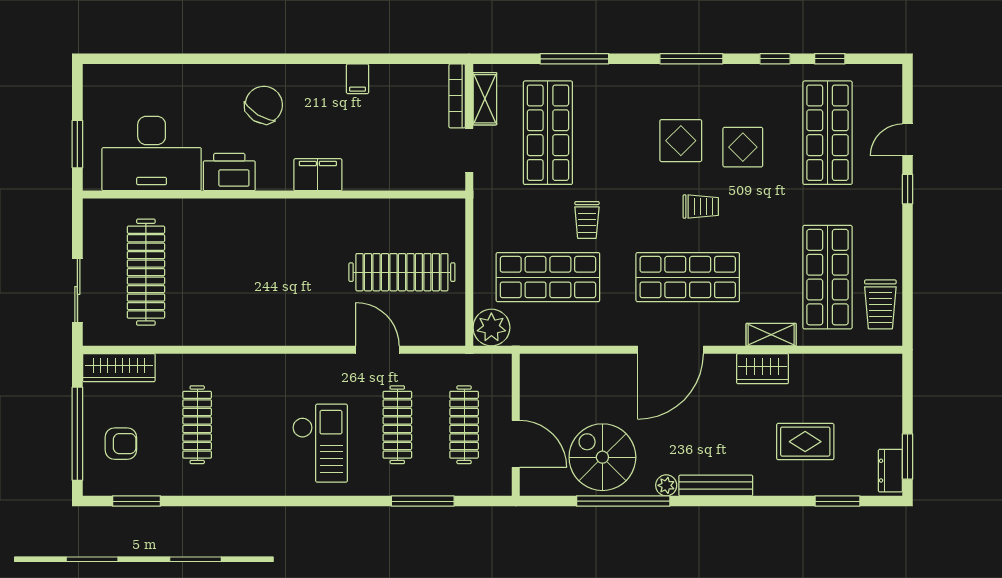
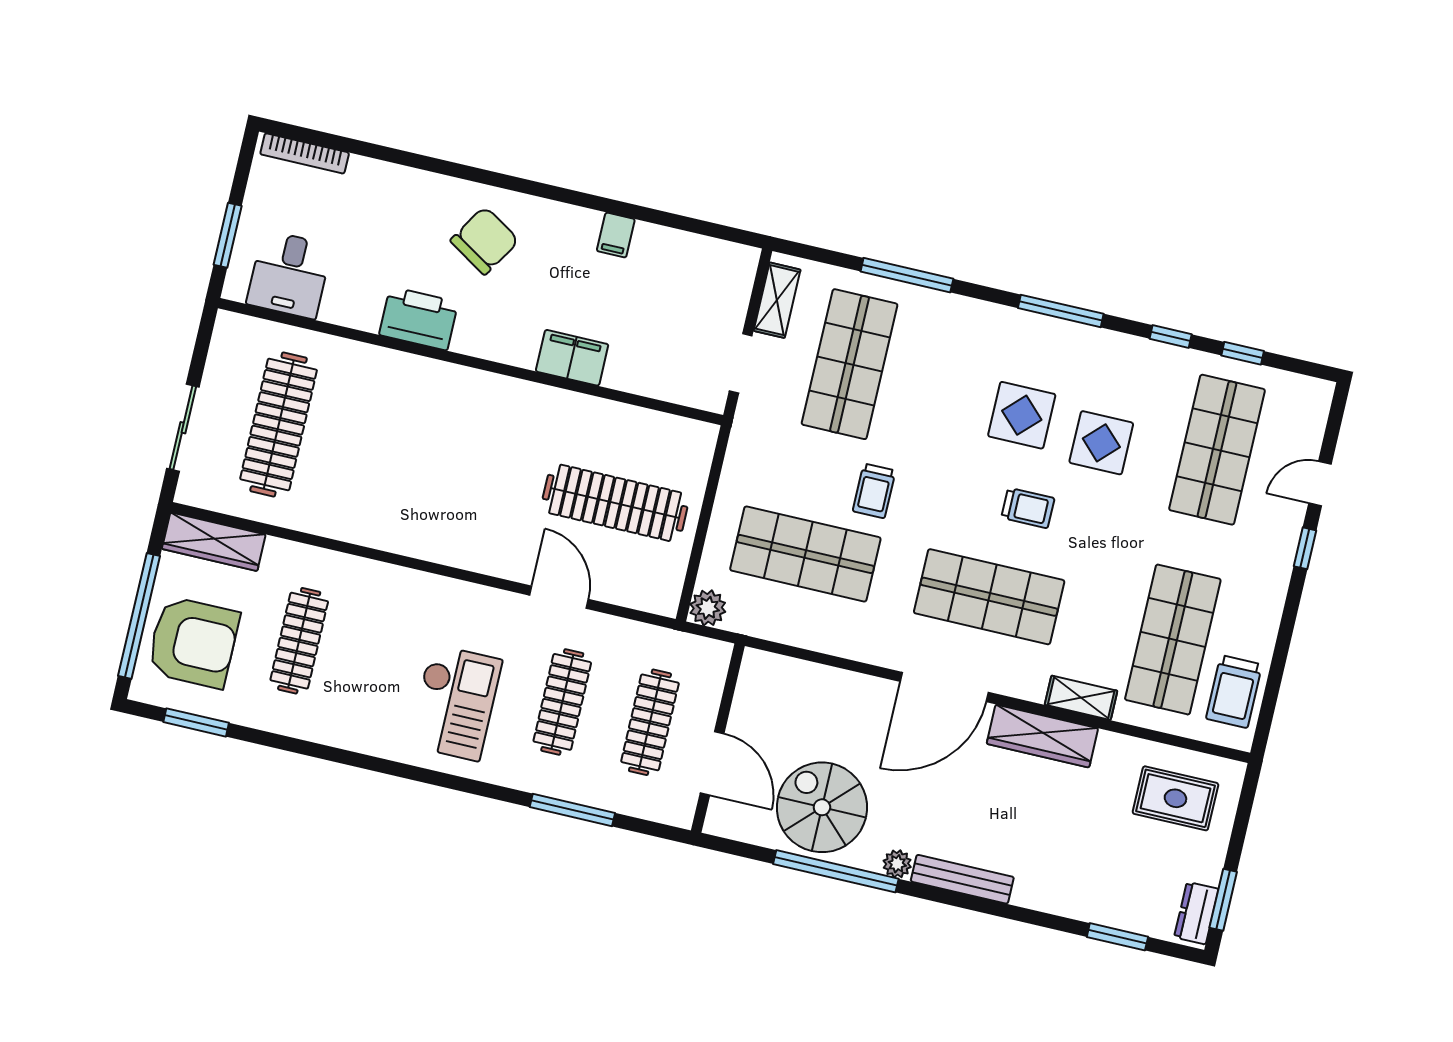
bookcase: (457, 96) -> (305, 153), moved, turned -90
desk: (152, 154) -> (289, 275), width x0.53, depth x0.77
filing cabinet: (318, 175) -> (572, 358), moved
plant: (491, 328) -> (708, 608), width x0.73, depth x0.73
wardrobe: (763, 369) -> (1042, 736), width x1.50
rug: (805, 442) -> (1175, 798), moved
armchair: (121, 444) -> (193, 642), width x1.88, depth x1.88

